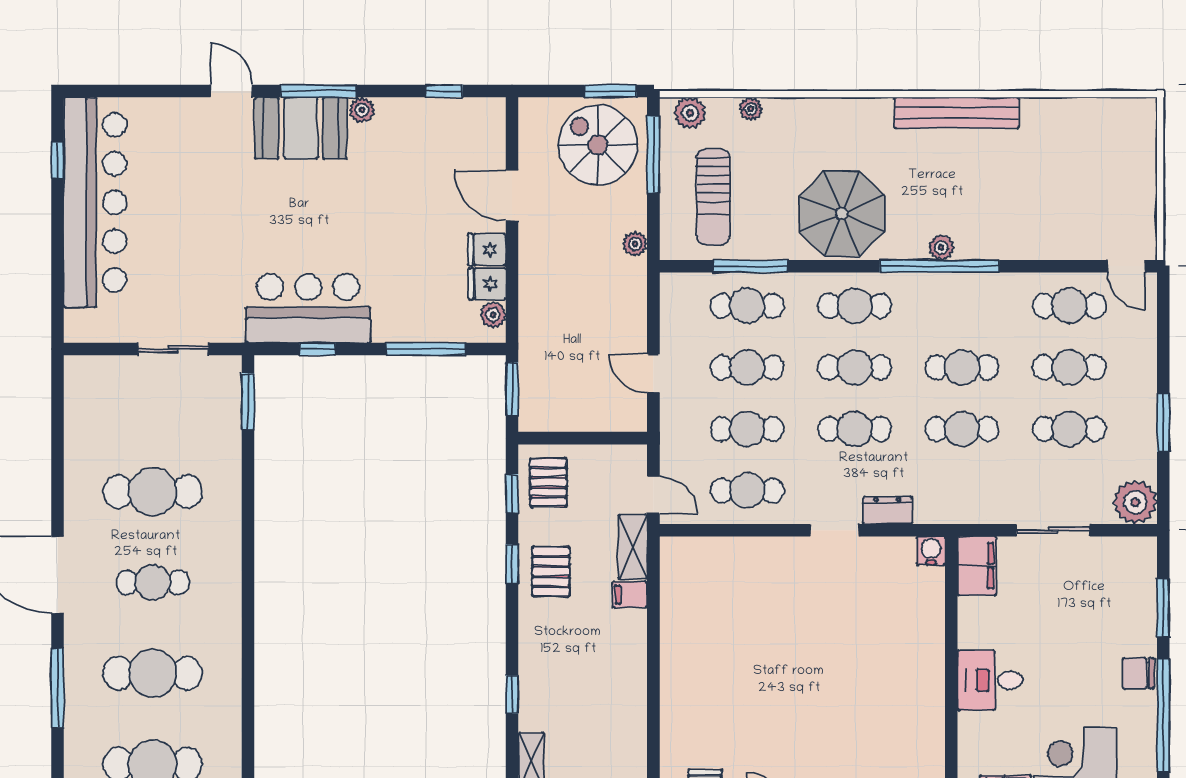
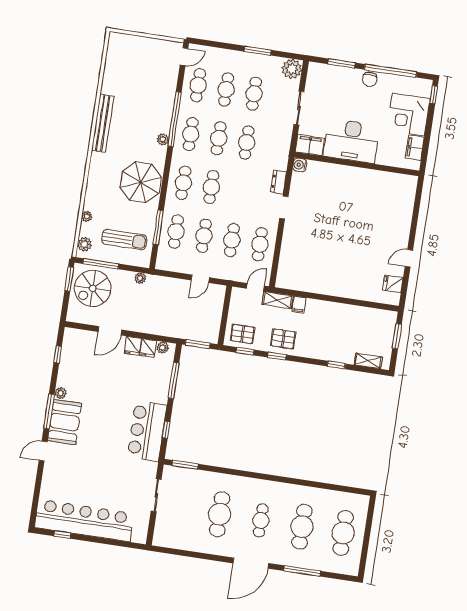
window: (940, 266) -> (175, 119), moved
cafe table: (855, 429) -> (191, 134), moved
desk: (990, 680) -> (351, 141), width x1.87, depth x1.30

